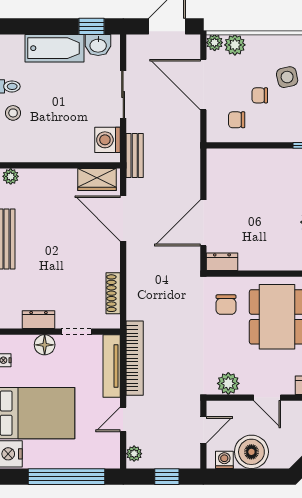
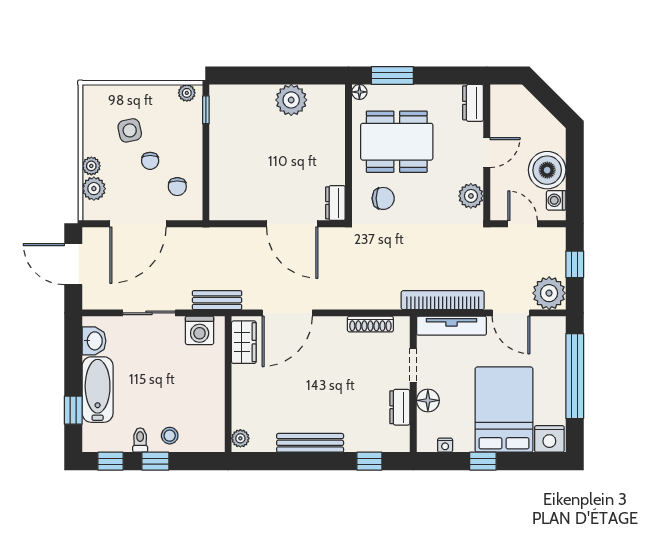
window: (91, 26) -> (73, 410), moved
plant: (215, 43) -> (91, 166), moved
door: (123, 419) -> (511, 313), width x1.38
plant: (134, 454) -> (549, 293), width x1.88, depth x1.88

